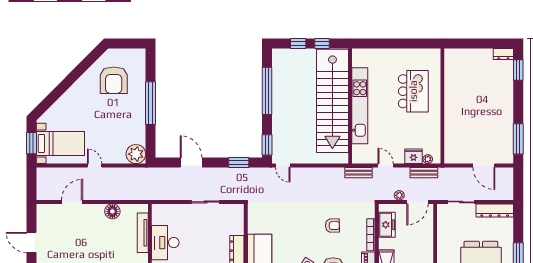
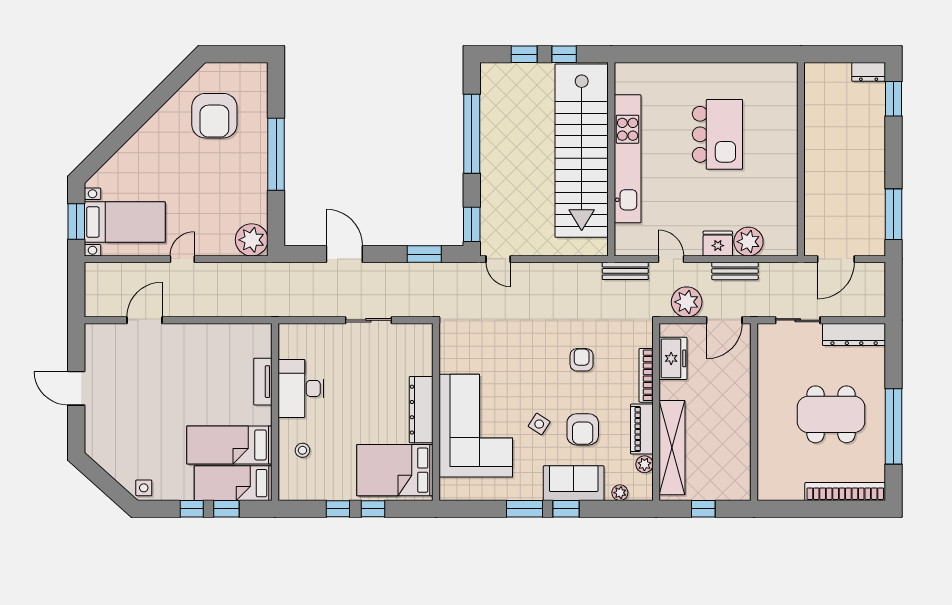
wall: (442, 106) -> (801, 159), moved
plant: (428, 159) -> (748, 242), width x1.87, depth x1.87
door: (95, 166) -> (182, 259), hinge flipped
door: (484, 166) -> (836, 259), hinge flipped
plant: (399, 195) -> (687, 302), width x1.88, depth x1.88
floor lamp: (112, 211) -> (212, 336), removed
armchair: (332, 226) -> (582, 360), turned -89
tv unit: (143, 233) -> (263, 382), width x0.71

